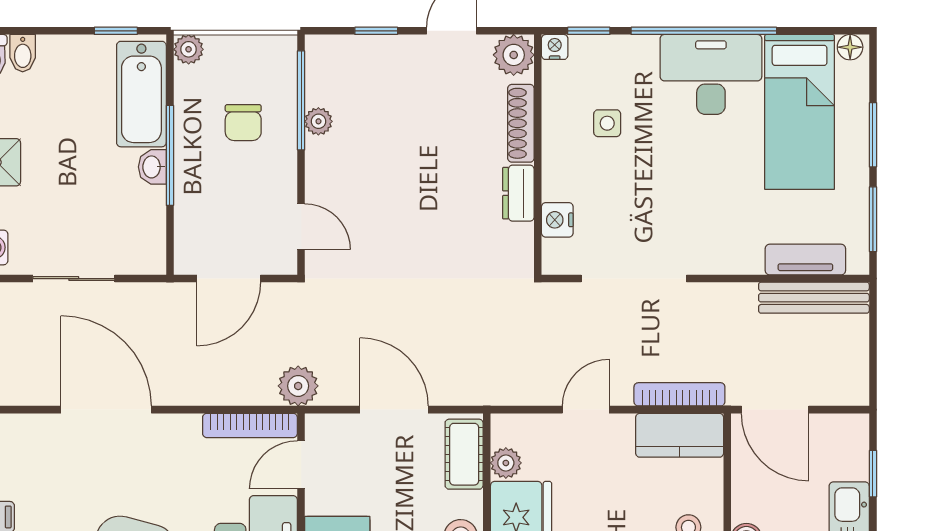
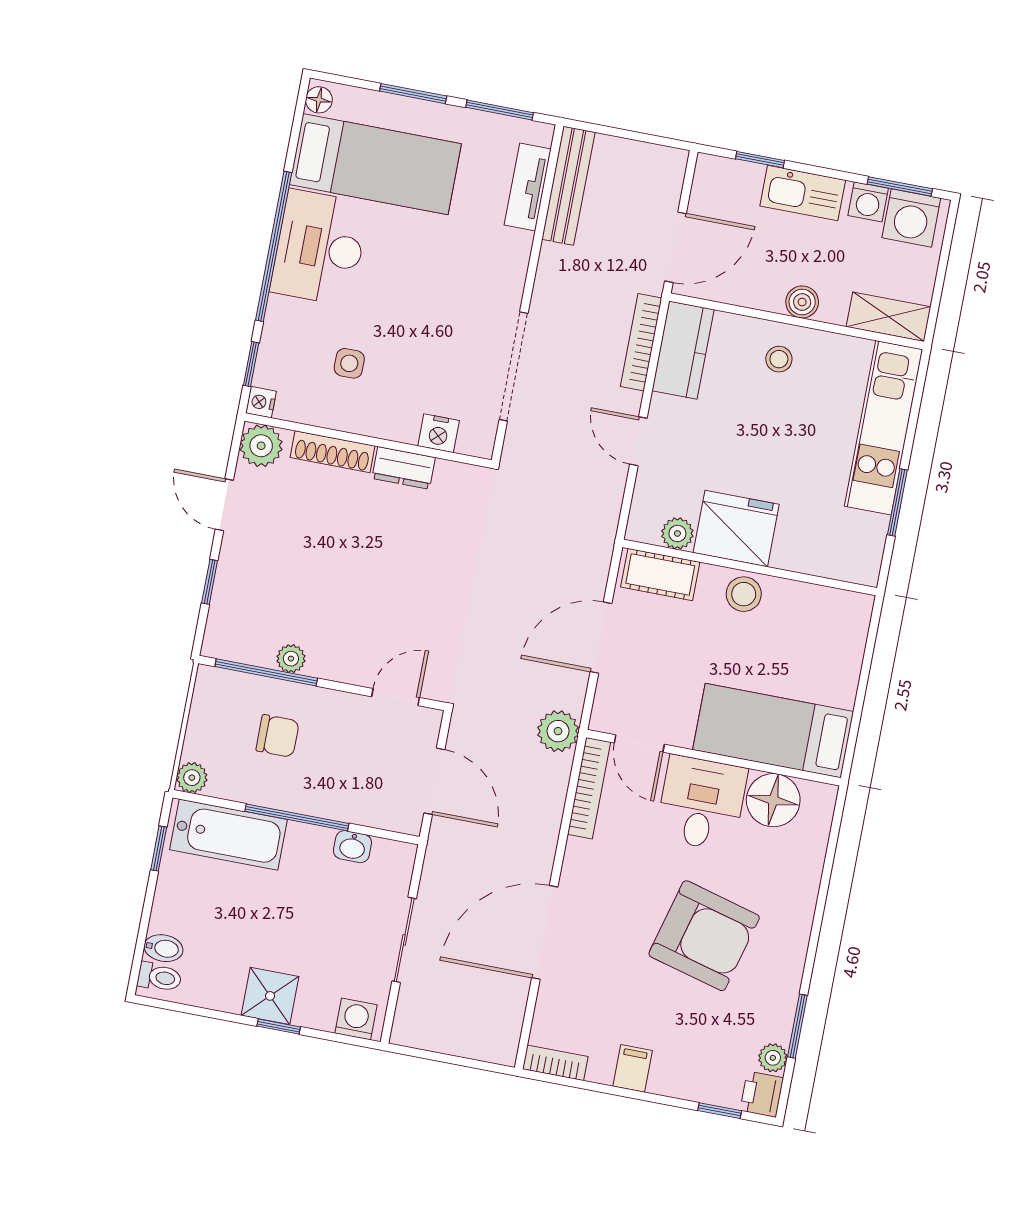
washbasin: (152, 167) -> (352, 847), moved

